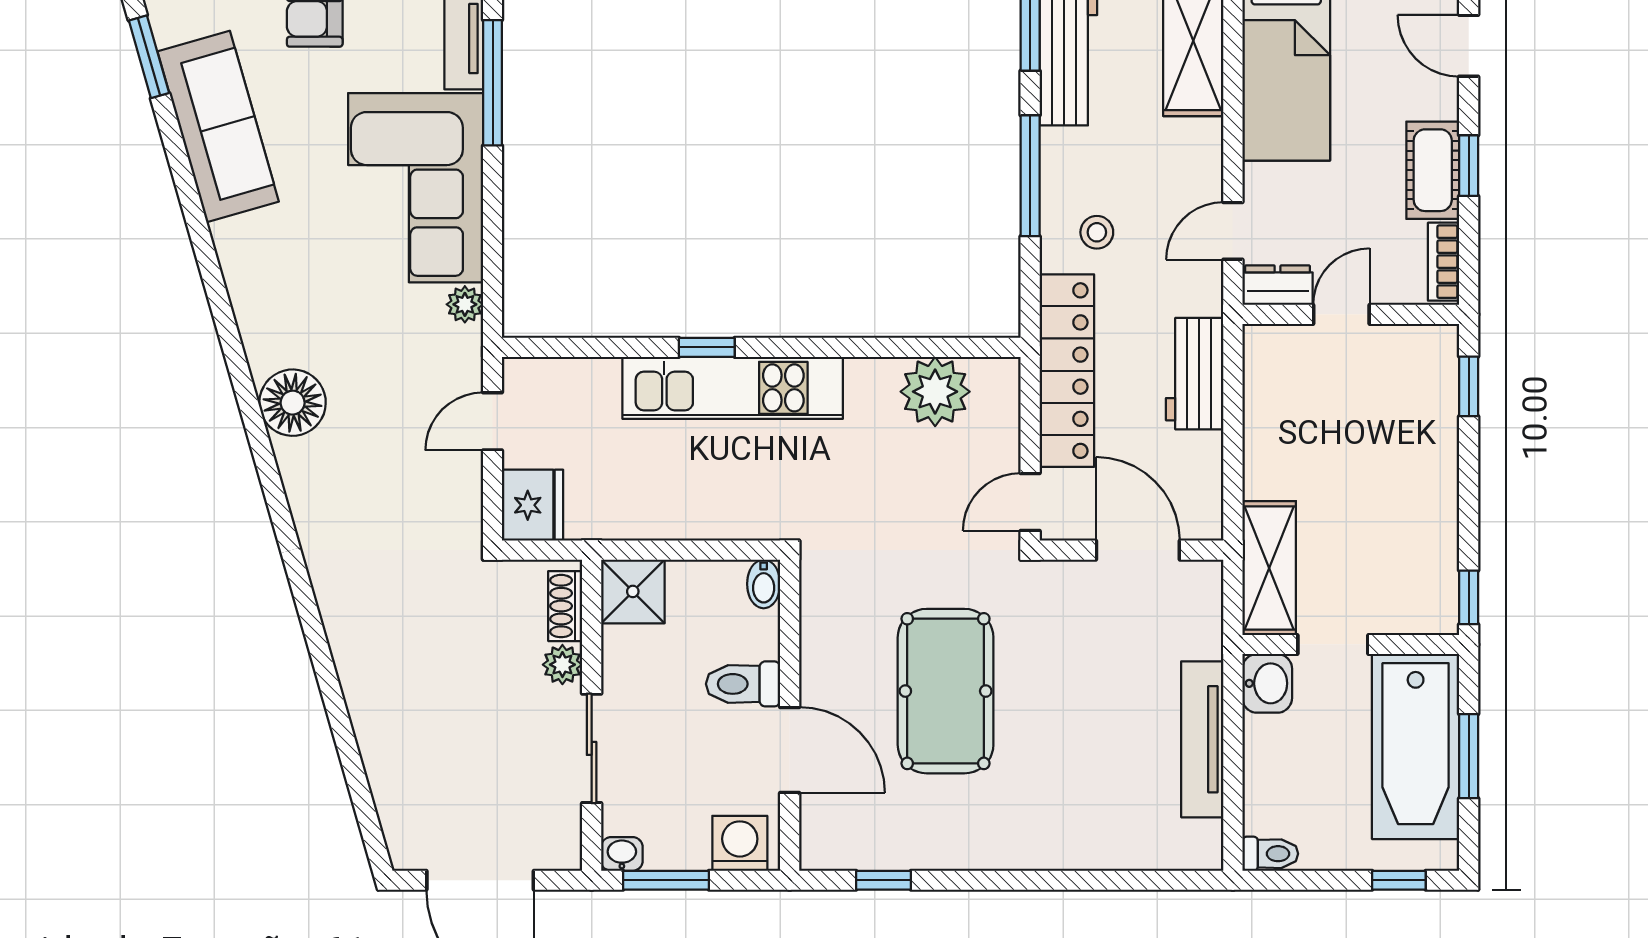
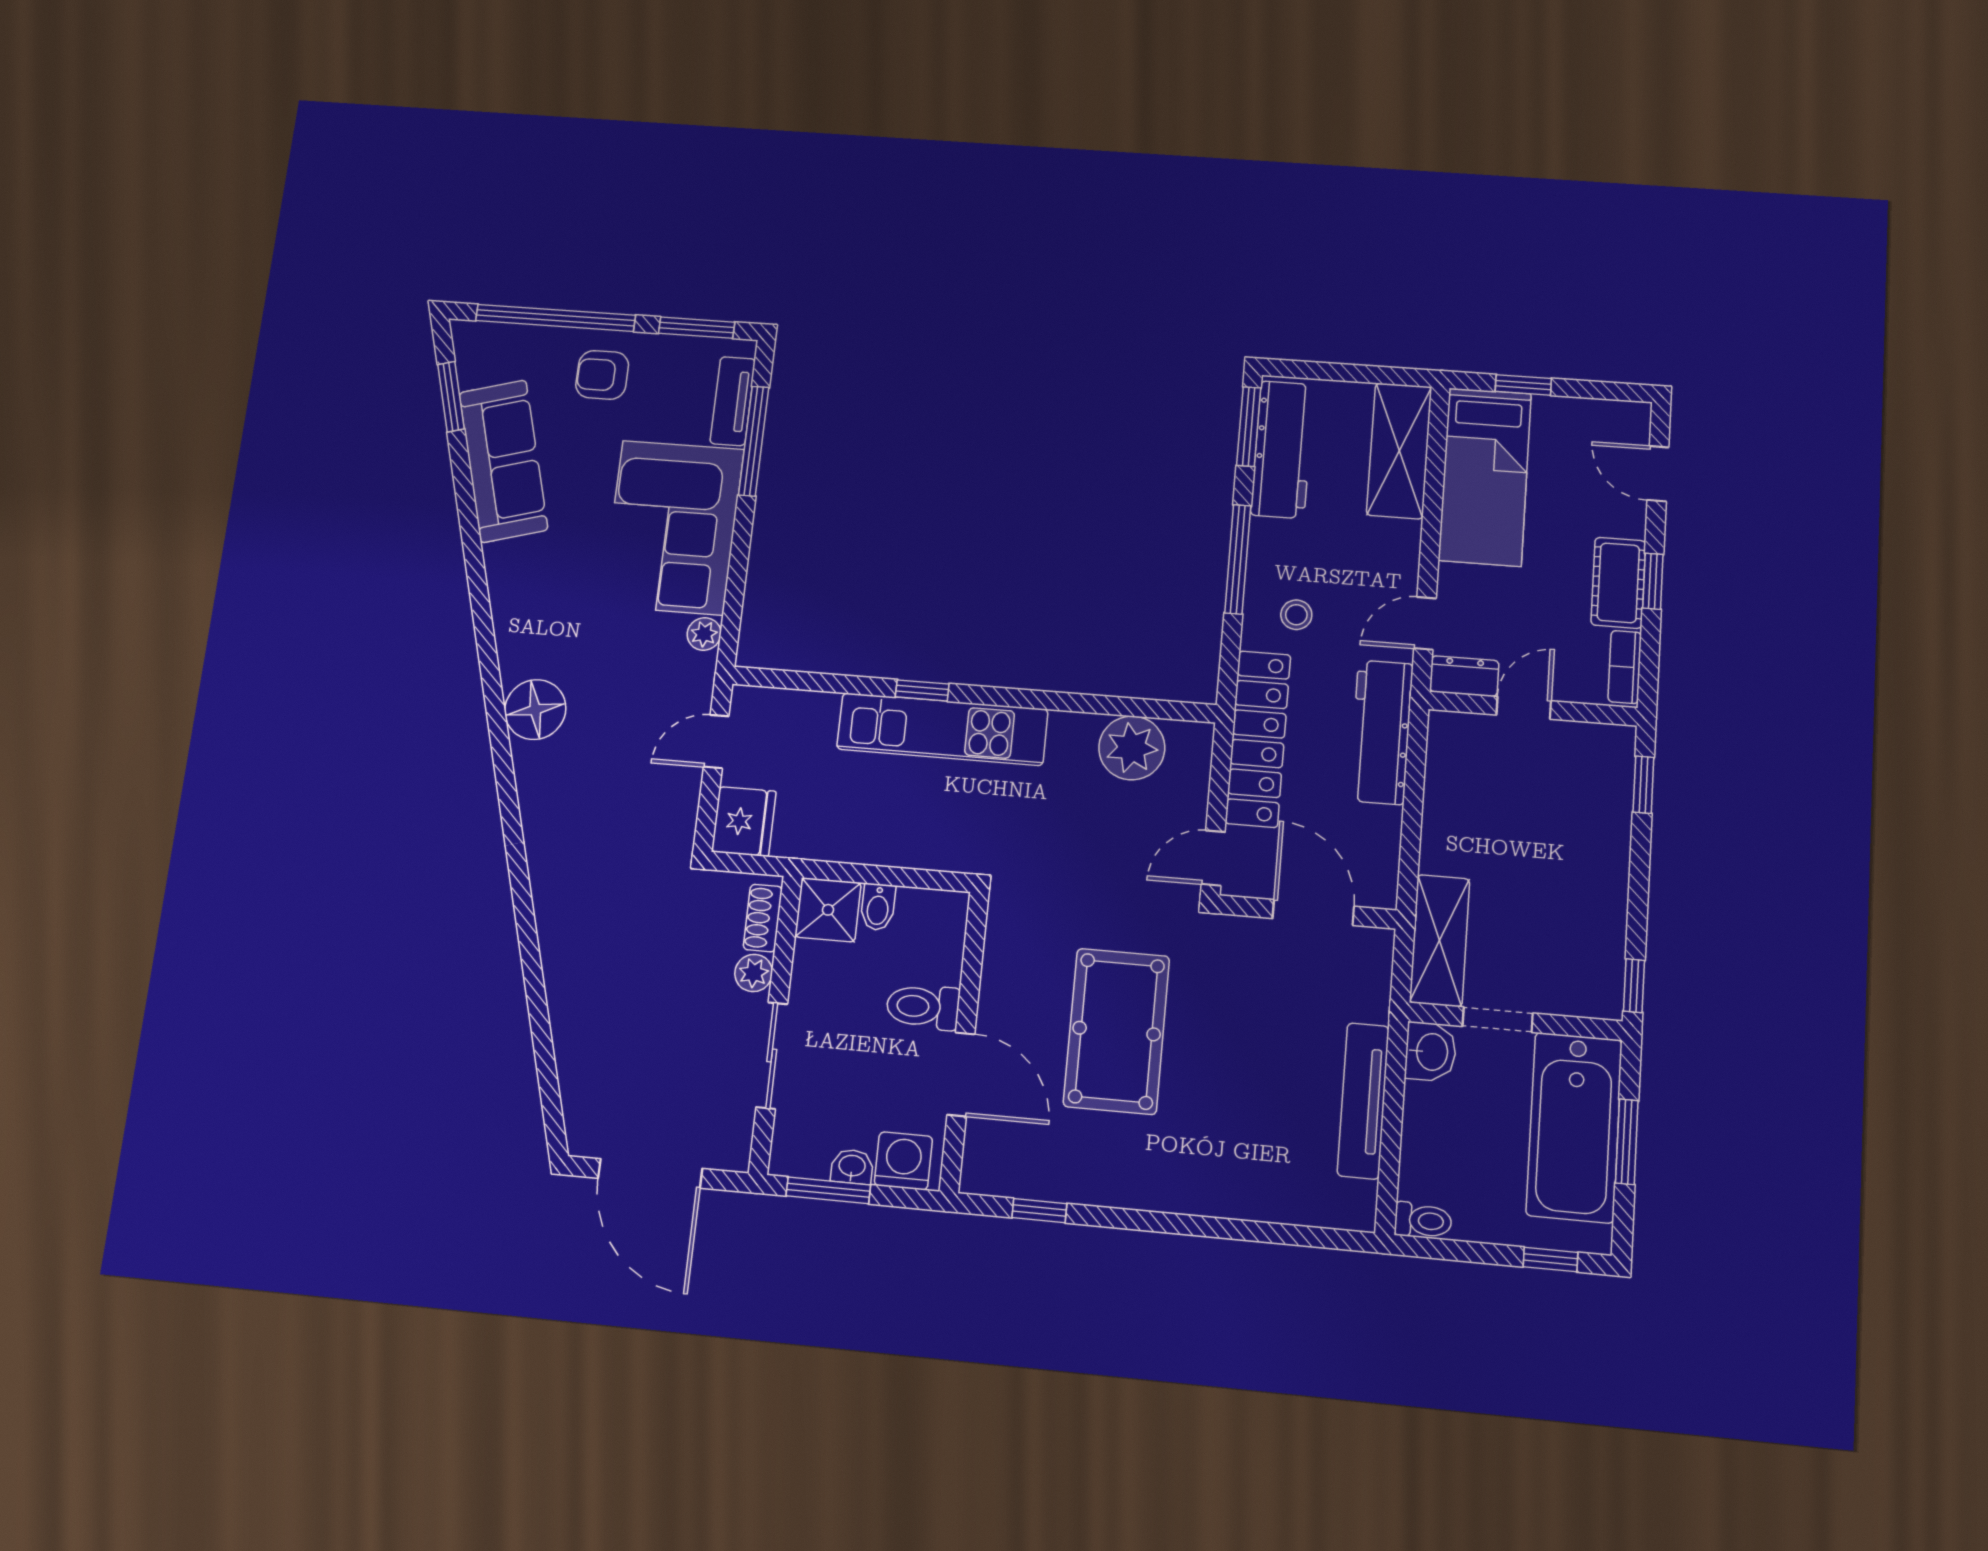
workbench: (1195, 374) -> (1381, 732), width x1.38
bidet: (764, 584) -> (878, 907), moved
washbasin: (622, 854) -> (852, 1167), moved

